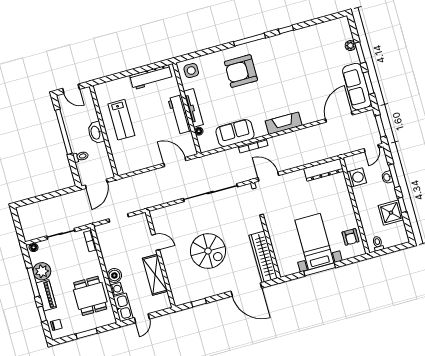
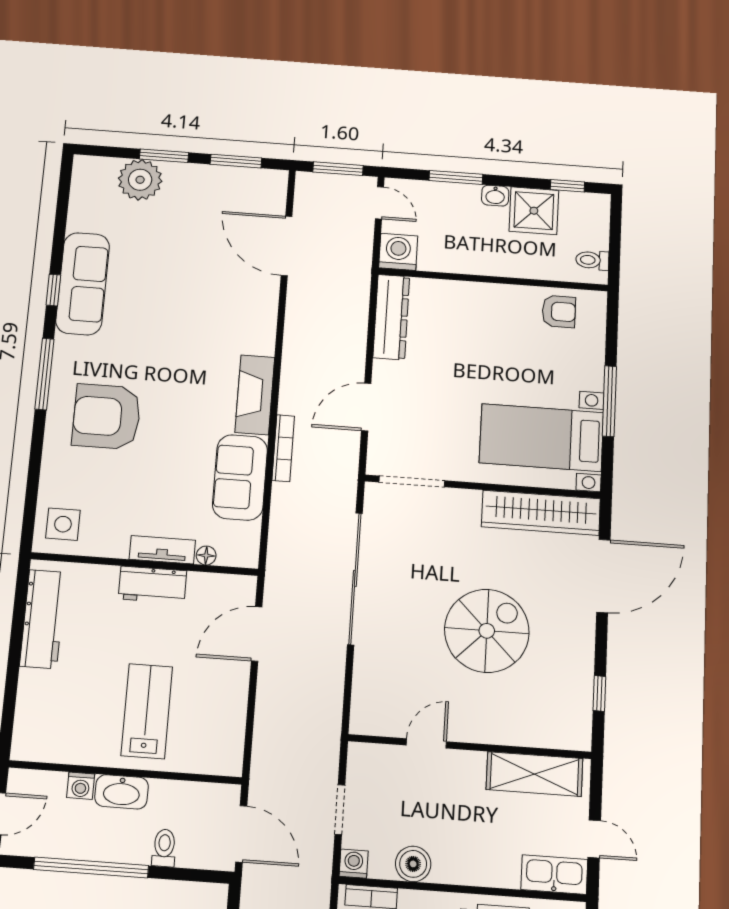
plant: (350, 46) -> (140, 180), width x1.88, depth x1.88
armchair: (241, 71) -> (107, 417), turned 90
sofa: (357, 87) -> (83, 284), moved, turned -90
tv unit: (193, 108) -> (162, 550), width x0.71
workbench: (180, 115) -> (152, 585), width x0.73
washing machine: (93, 116) -> (81, 786), added
lab bench: (121, 120) -> (147, 711), moved, turned -90
fireplace: (284, 123) -> (255, 395), moved
door: (268, 177) -> (366, 407), moved
washing machine: (357, 177) -> (398, 252), moved
washbasin: (387, 177) -> (495, 196), moved
window: (402, 205) -> (567, 186), moved
bed with nightstands: (314, 242) -> (541, 438), moved
boiler: (114, 275) -> (413, 864), moved
shelving: (155, 275) -> (534, 774), moved
washing machine: (116, 289) -> (354, 864), moved

